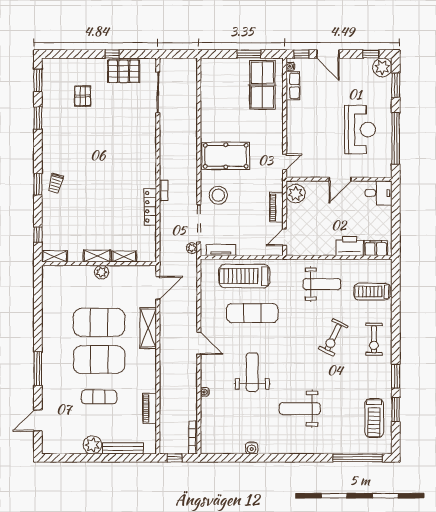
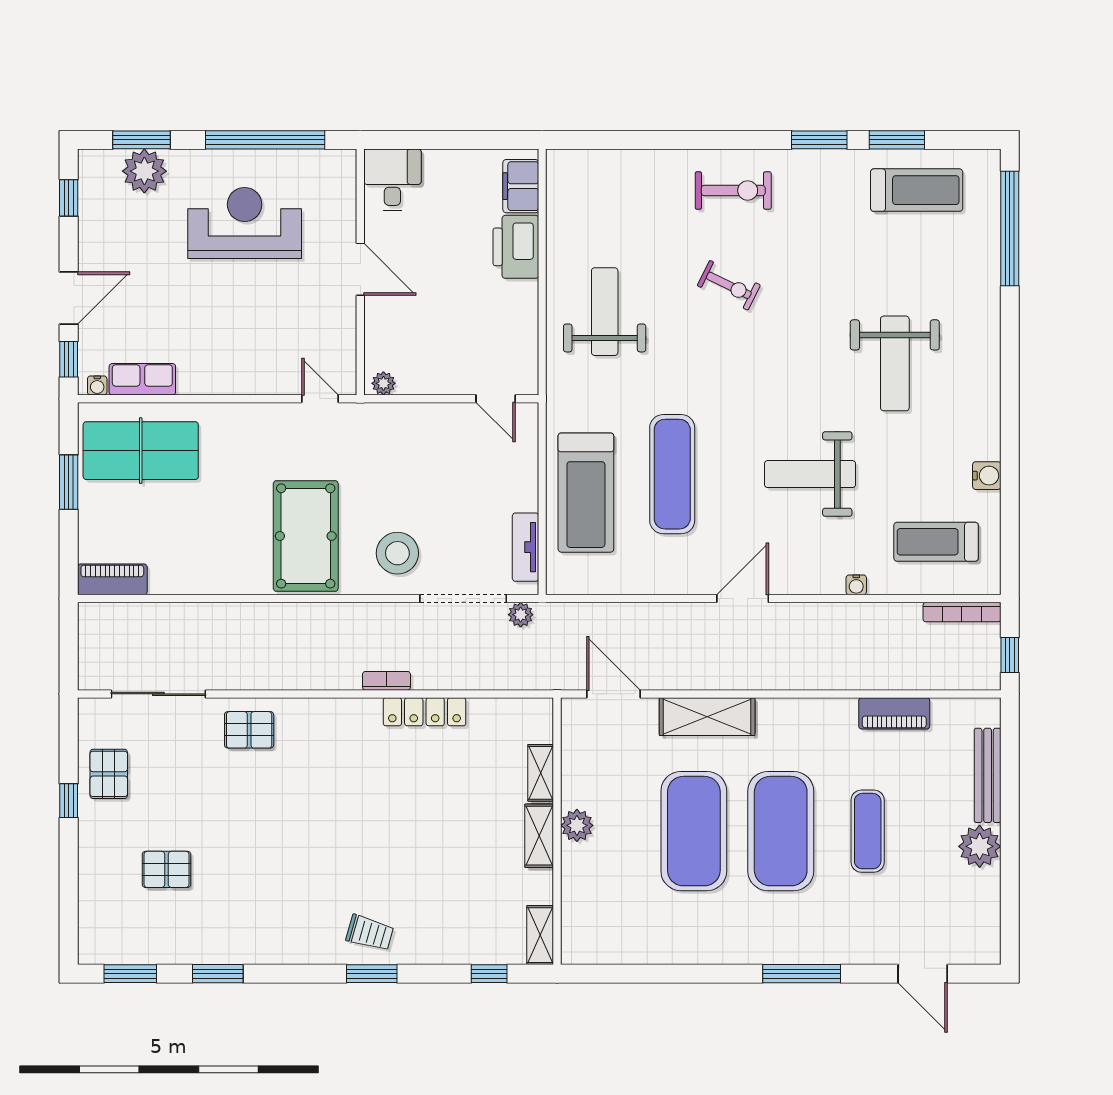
plant: (382, 67) -> (144, 171), moved
pallet: (124, 71) -> (109, 774), width x0.67, depth x0.71
pallet: (143, 132) -> (249, 730), added
plant: (296, 194) -> (383, 383), width x0.53, depth x0.53
piano: (276, 207) -> (112, 579), moved, turned 180
treadmill: (372, 292) -> (936, 542), moved, turned 90
exercise bike: (333, 337) -> (729, 285), width x0.73, depth x0.72

